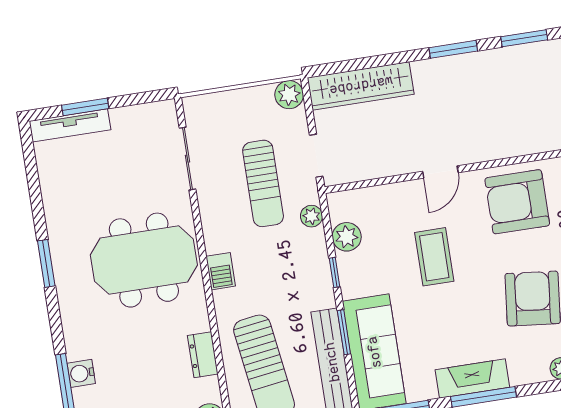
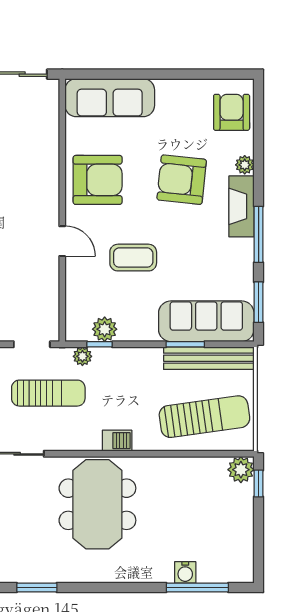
armchair: (517, 202) -> (98, 180), turned -90
window: (46, 263) -> (37, 588), moved
window: (335, 272) -> (100, 344), moved
dresser: (203, 355) -> (186, 467), removed
fireplace: (472, 378) -> (242, 206), moved

